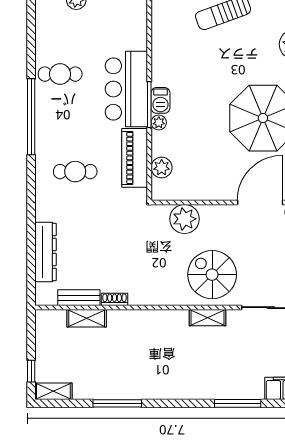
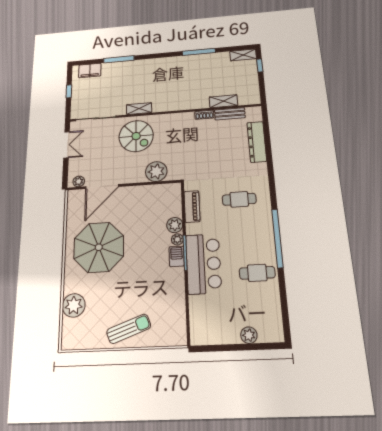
piano: (135, 158) -> (192, 206), width x0.73, depth x0.75
plant: (162, 168) -> (175, 225), moved

